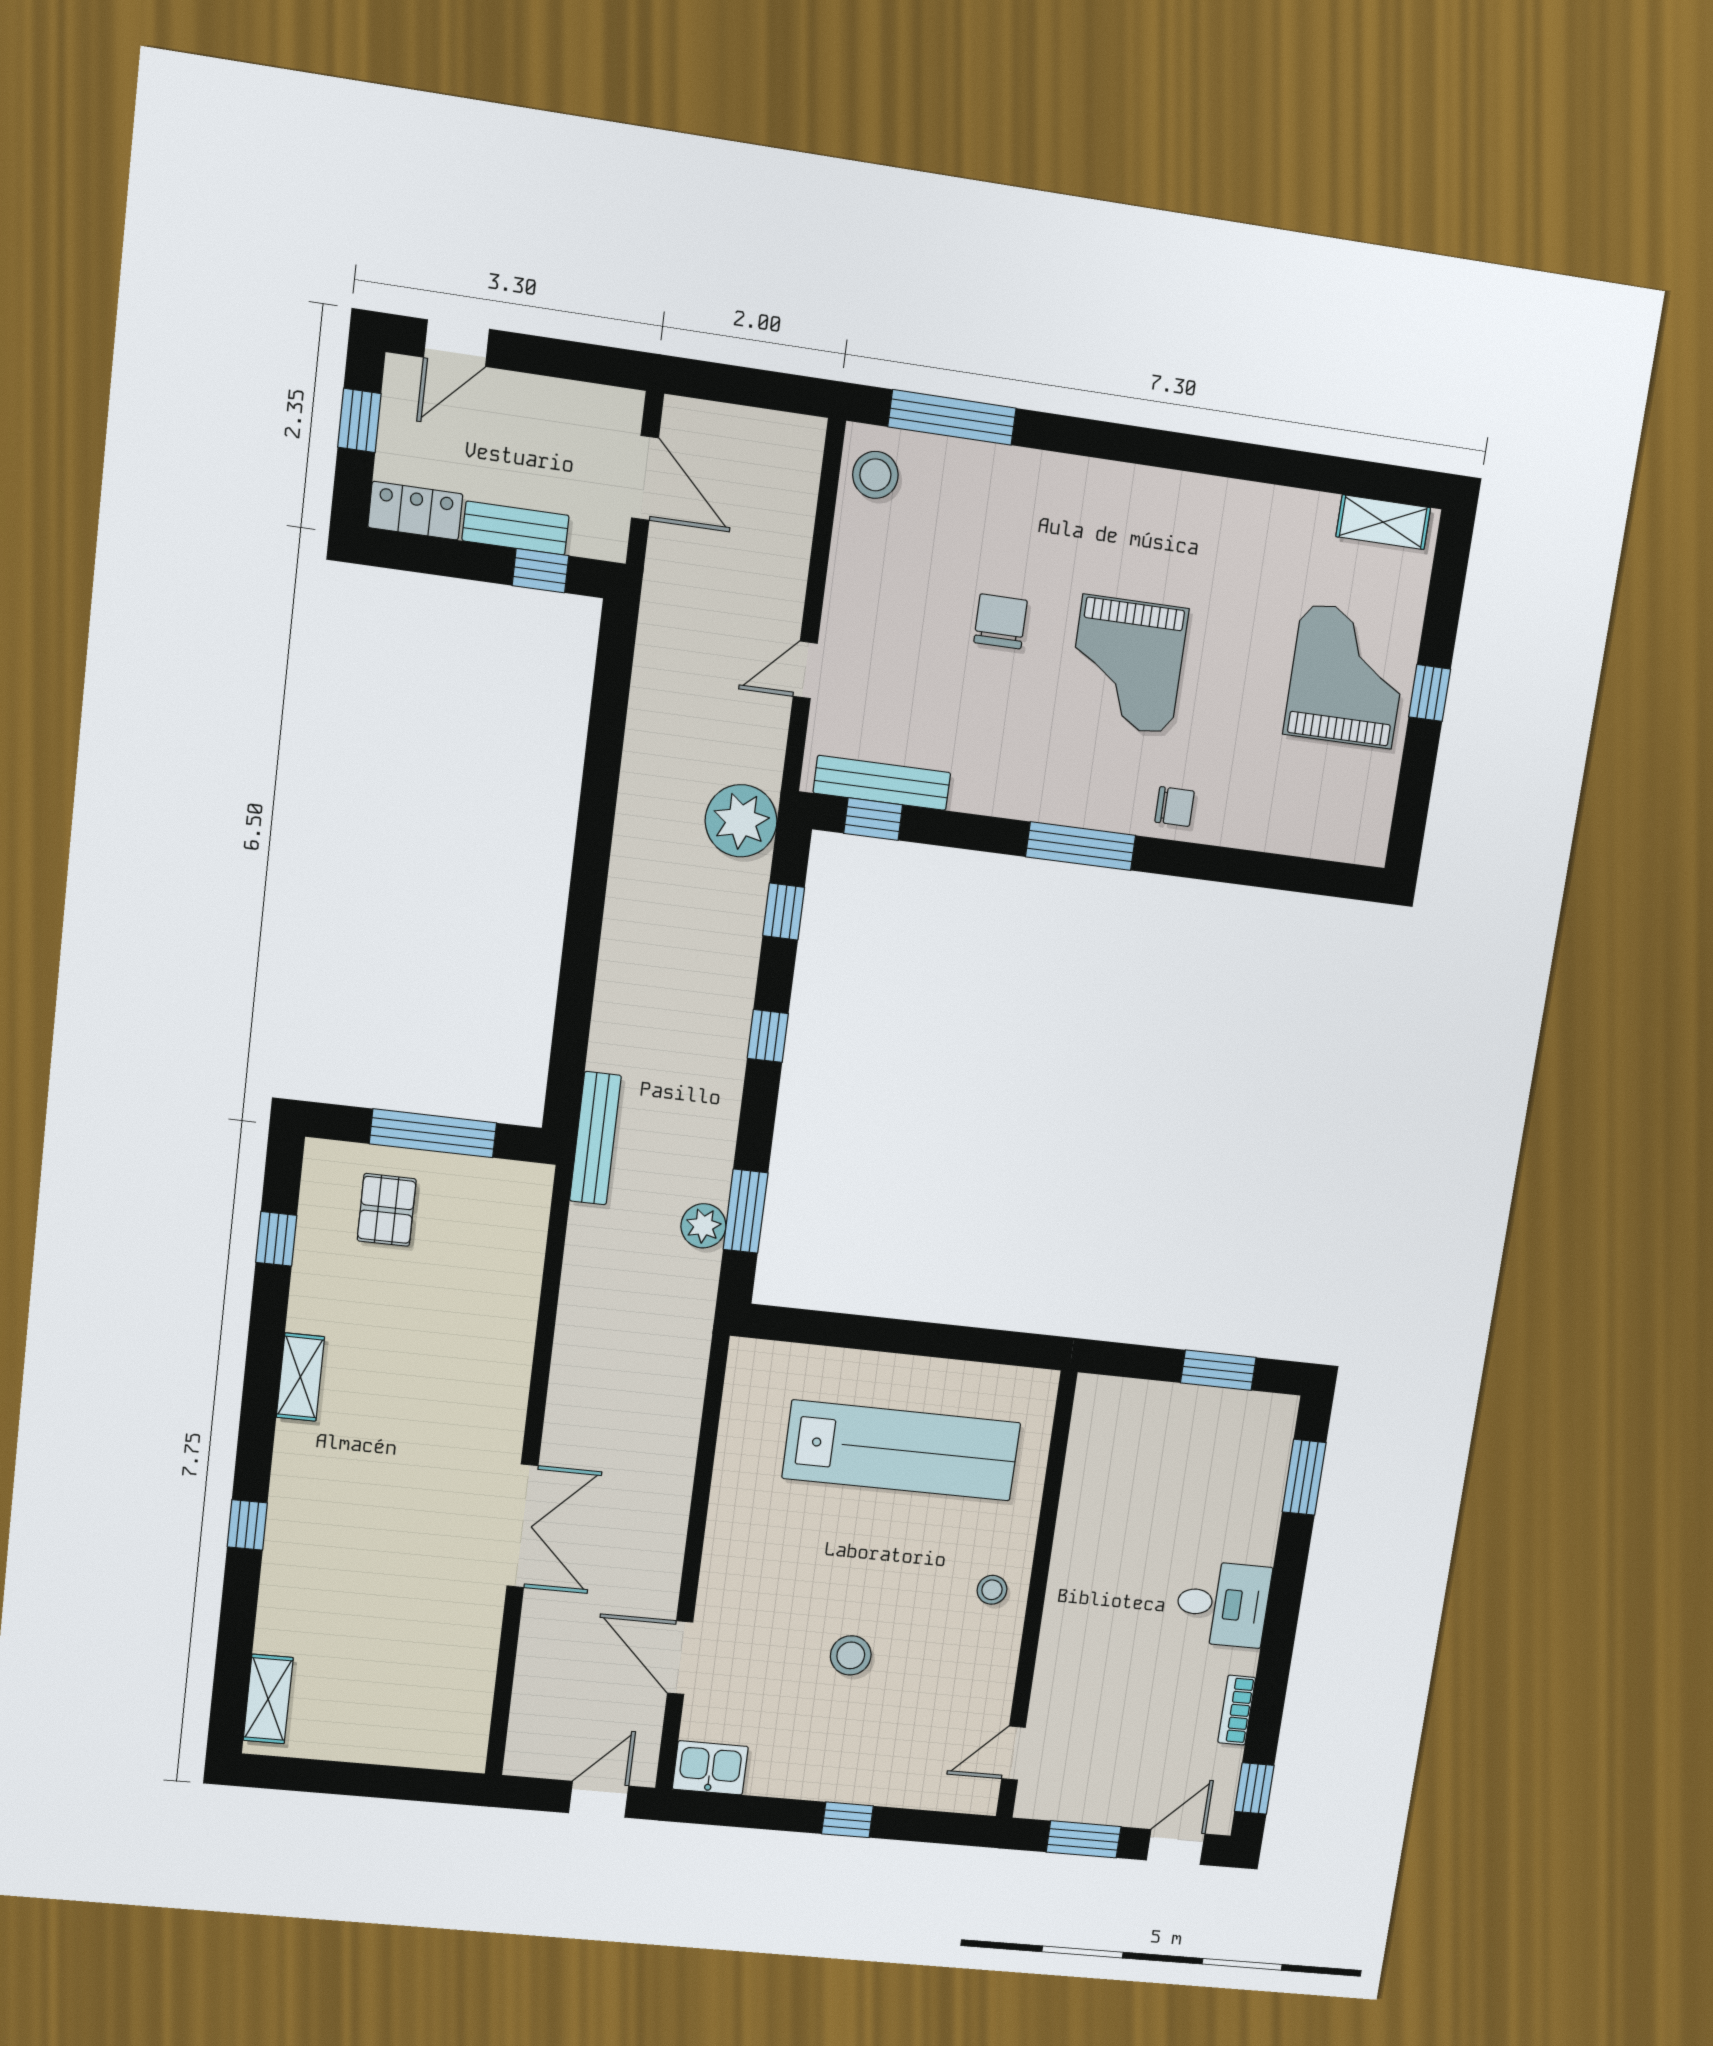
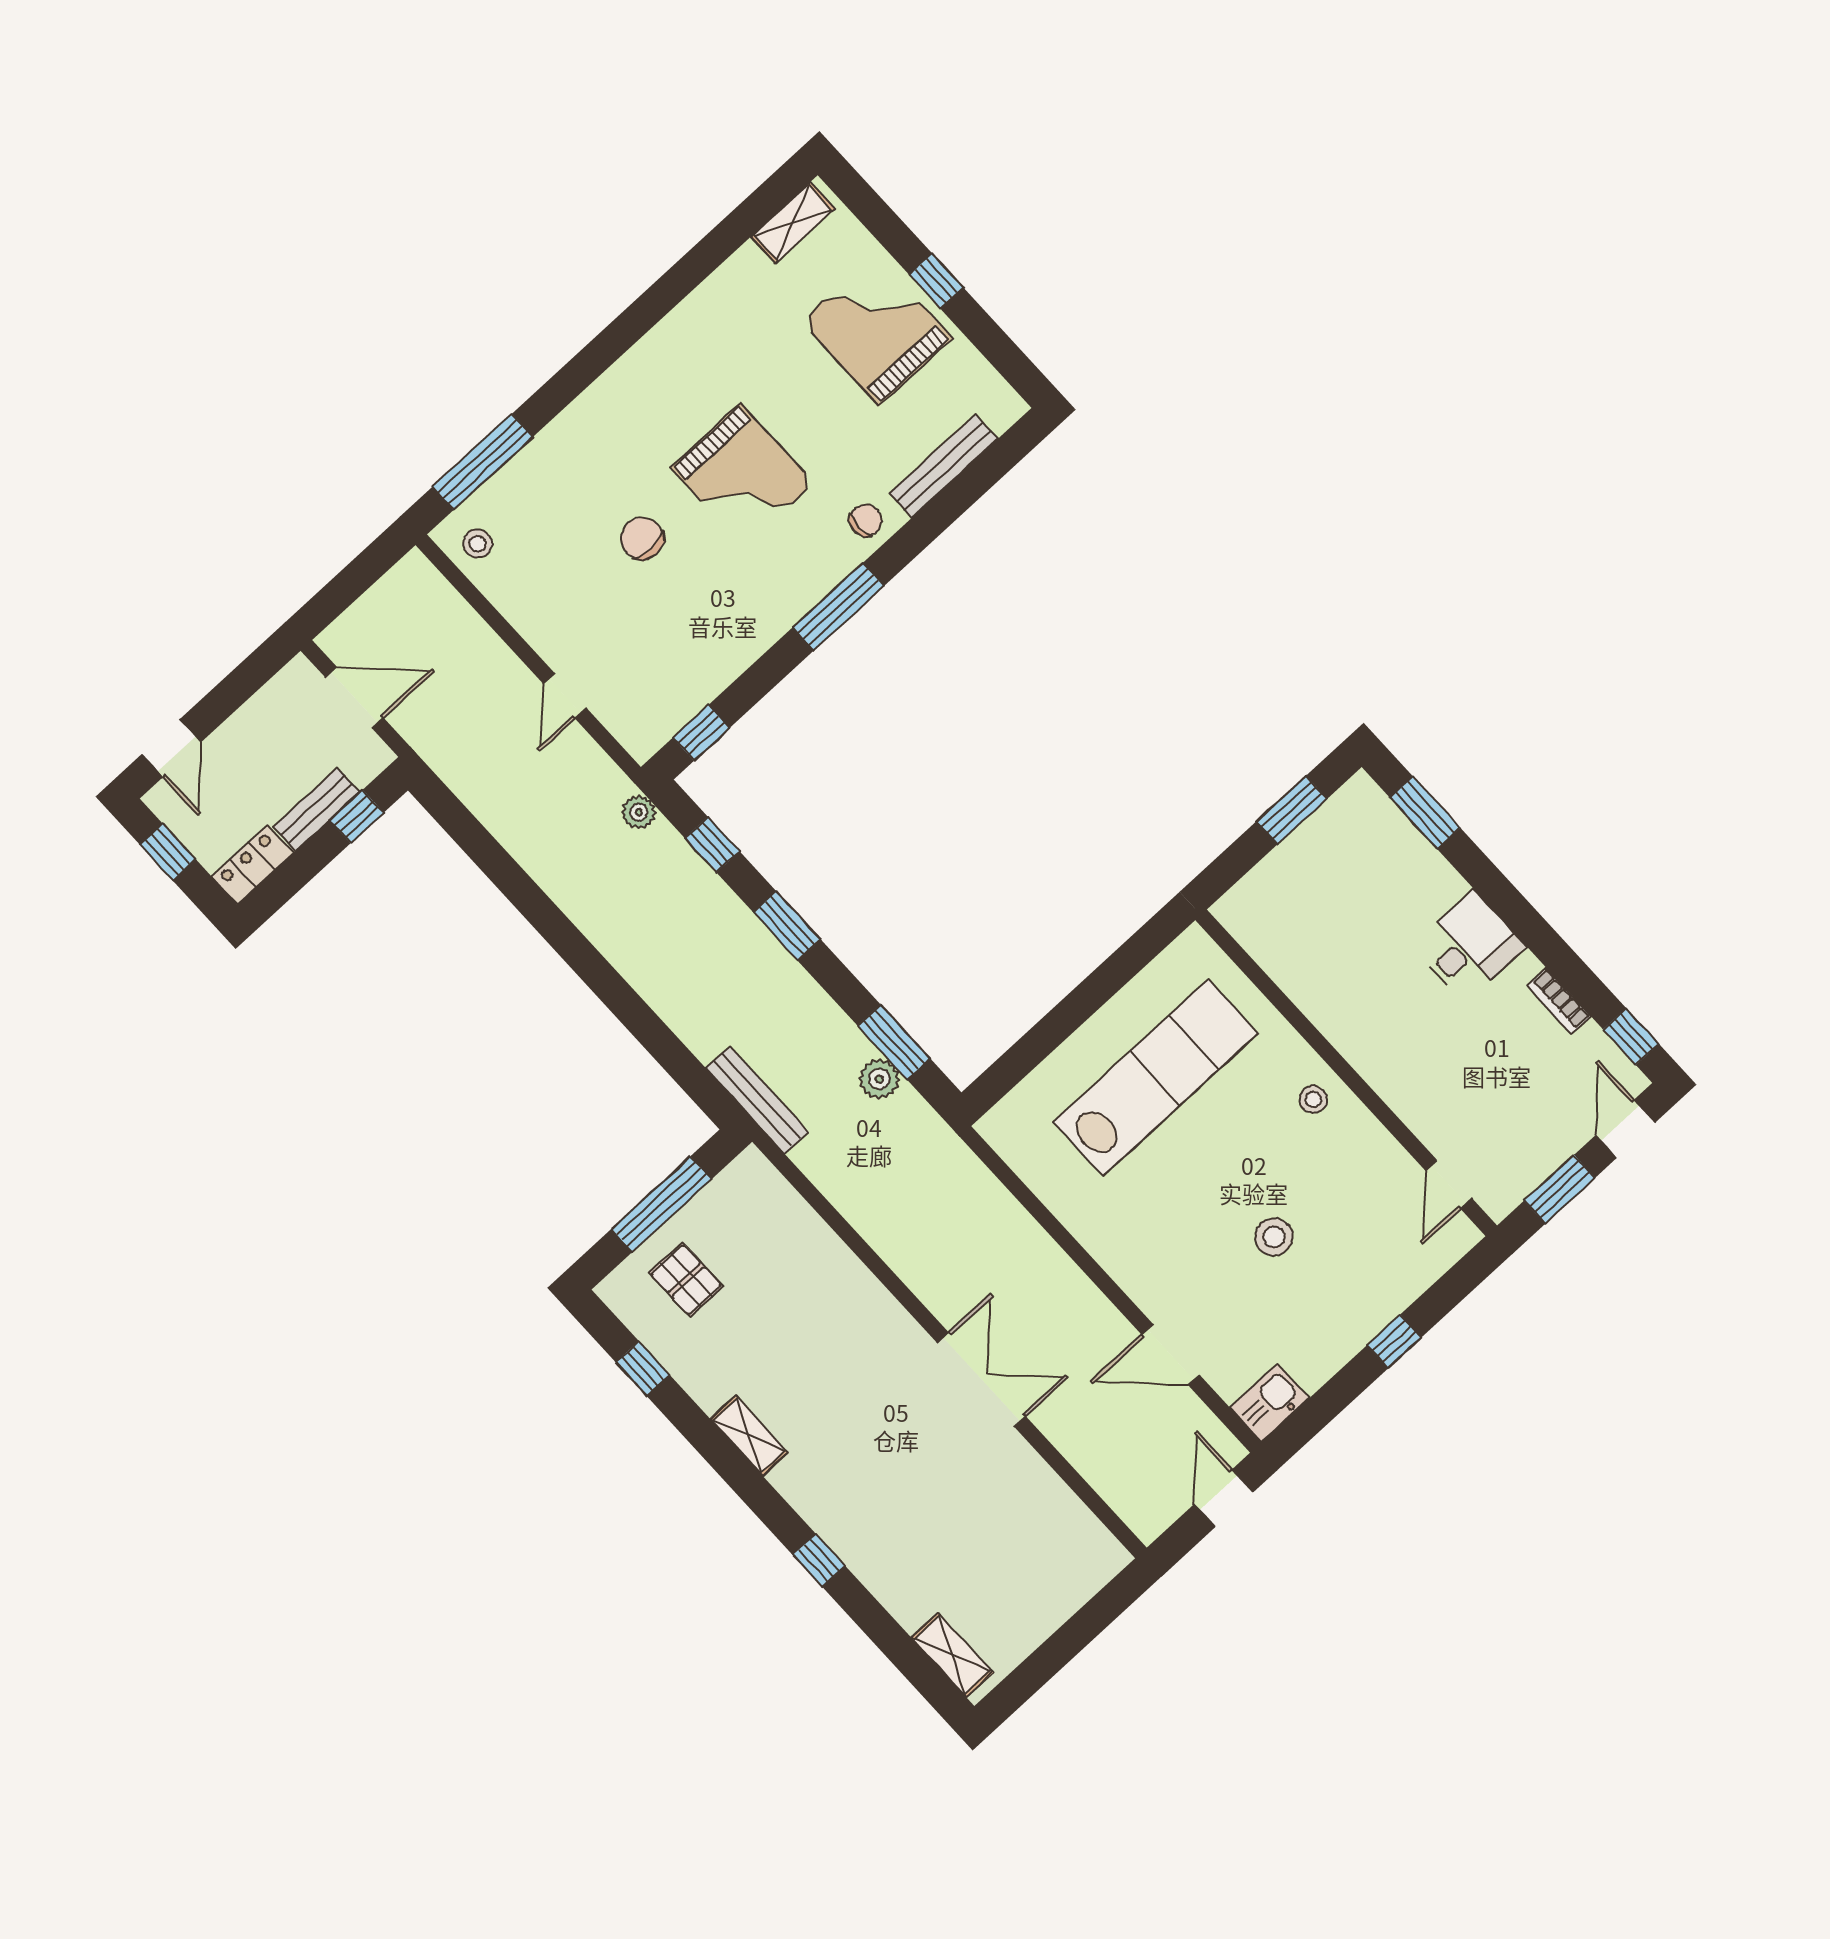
stool: (875, 475) -> (478, 544), width x0.73, depth x0.73
bench: (882, 783) -> (944, 466), moved
plant: (741, 821) -> (639, 812), width x0.53, depth x0.53
window: (768, 1036) -> (787, 926), width x1.50

